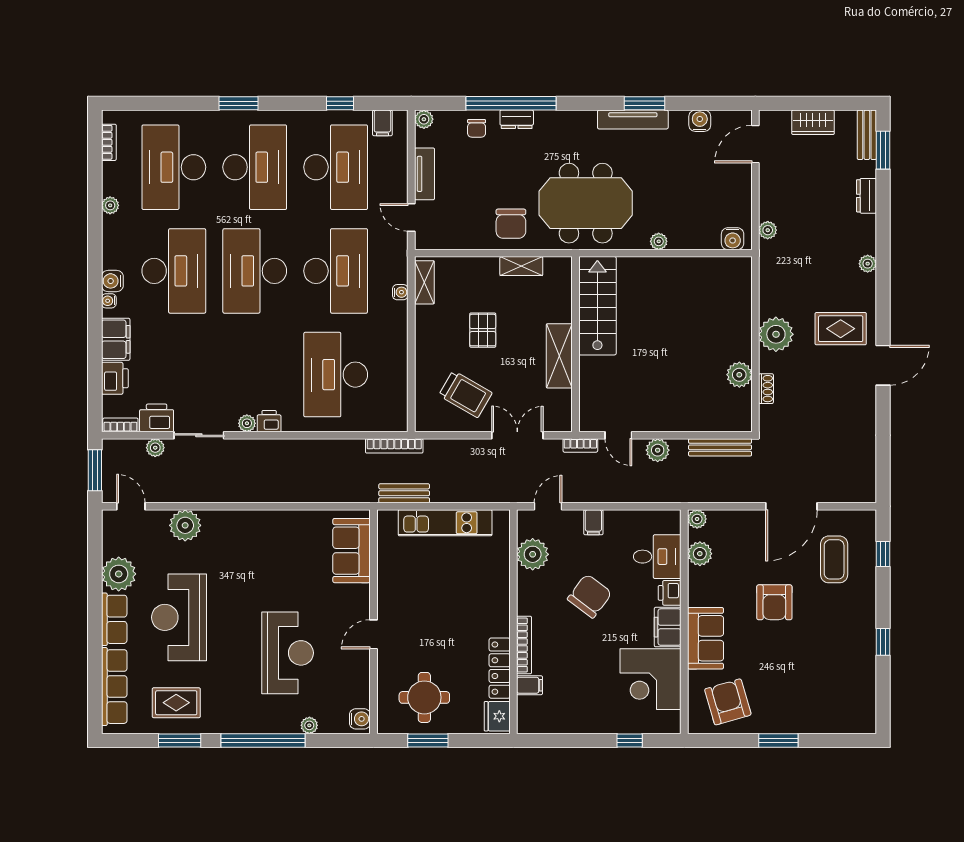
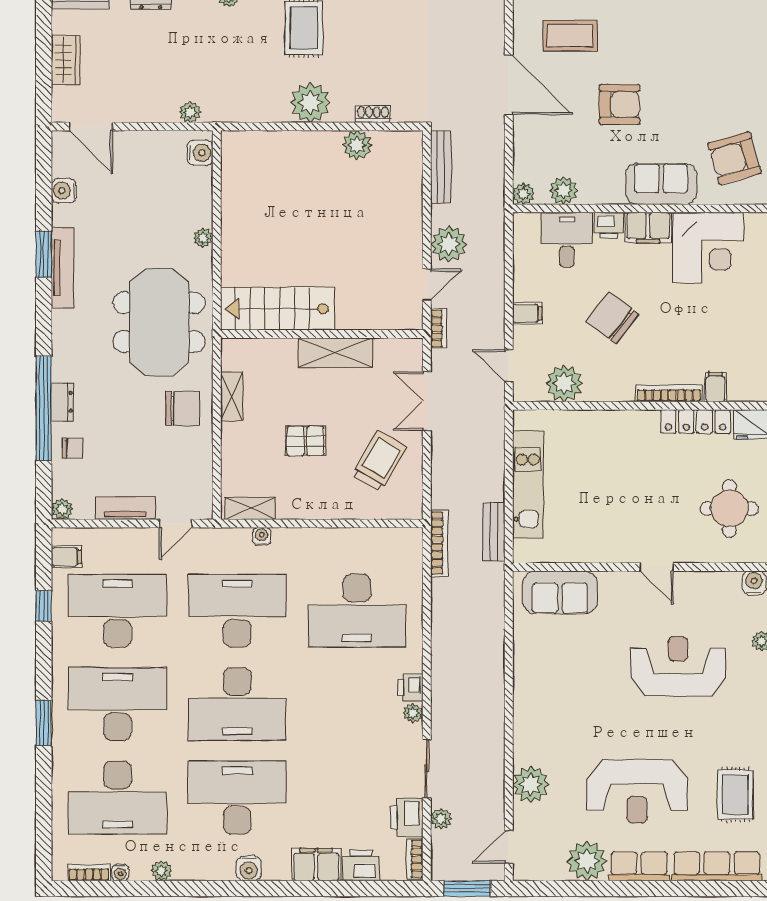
water cooler: (109, 301) -> (120, 873), moved
plant: (658, 450) -> (449, 244), width x1.36, depth x1.36

